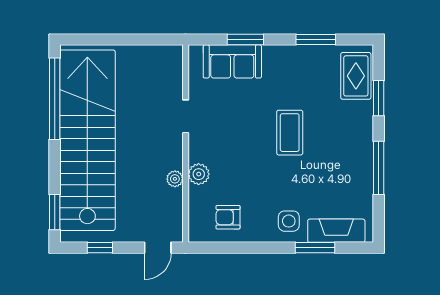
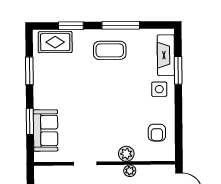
coffee table: (290, 133) -> (110, 50), moved

